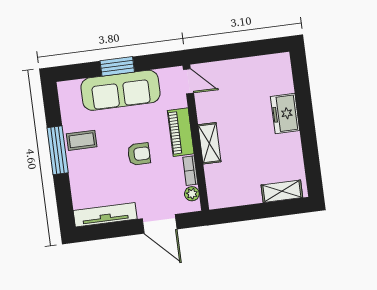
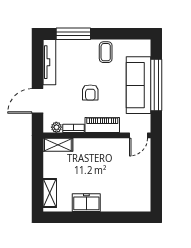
window: (117, 66) -> (156, 85), width x2.11
freezer: (285, 113) -> (86, 203), moved
shelving: (209, 143) -> (58, 145), moved
window: (58, 150) -> (73, 34), moved

